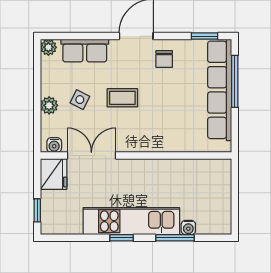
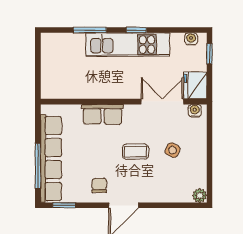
row of seats: (85, 51) -> (103, 114), moved, turned 180
plant: (49, 105) -> (199, 145), removed
double door: (91, 155) -> (162, 102), swing flipped
water cooler: (188, 228) -> (191, 39), moved

